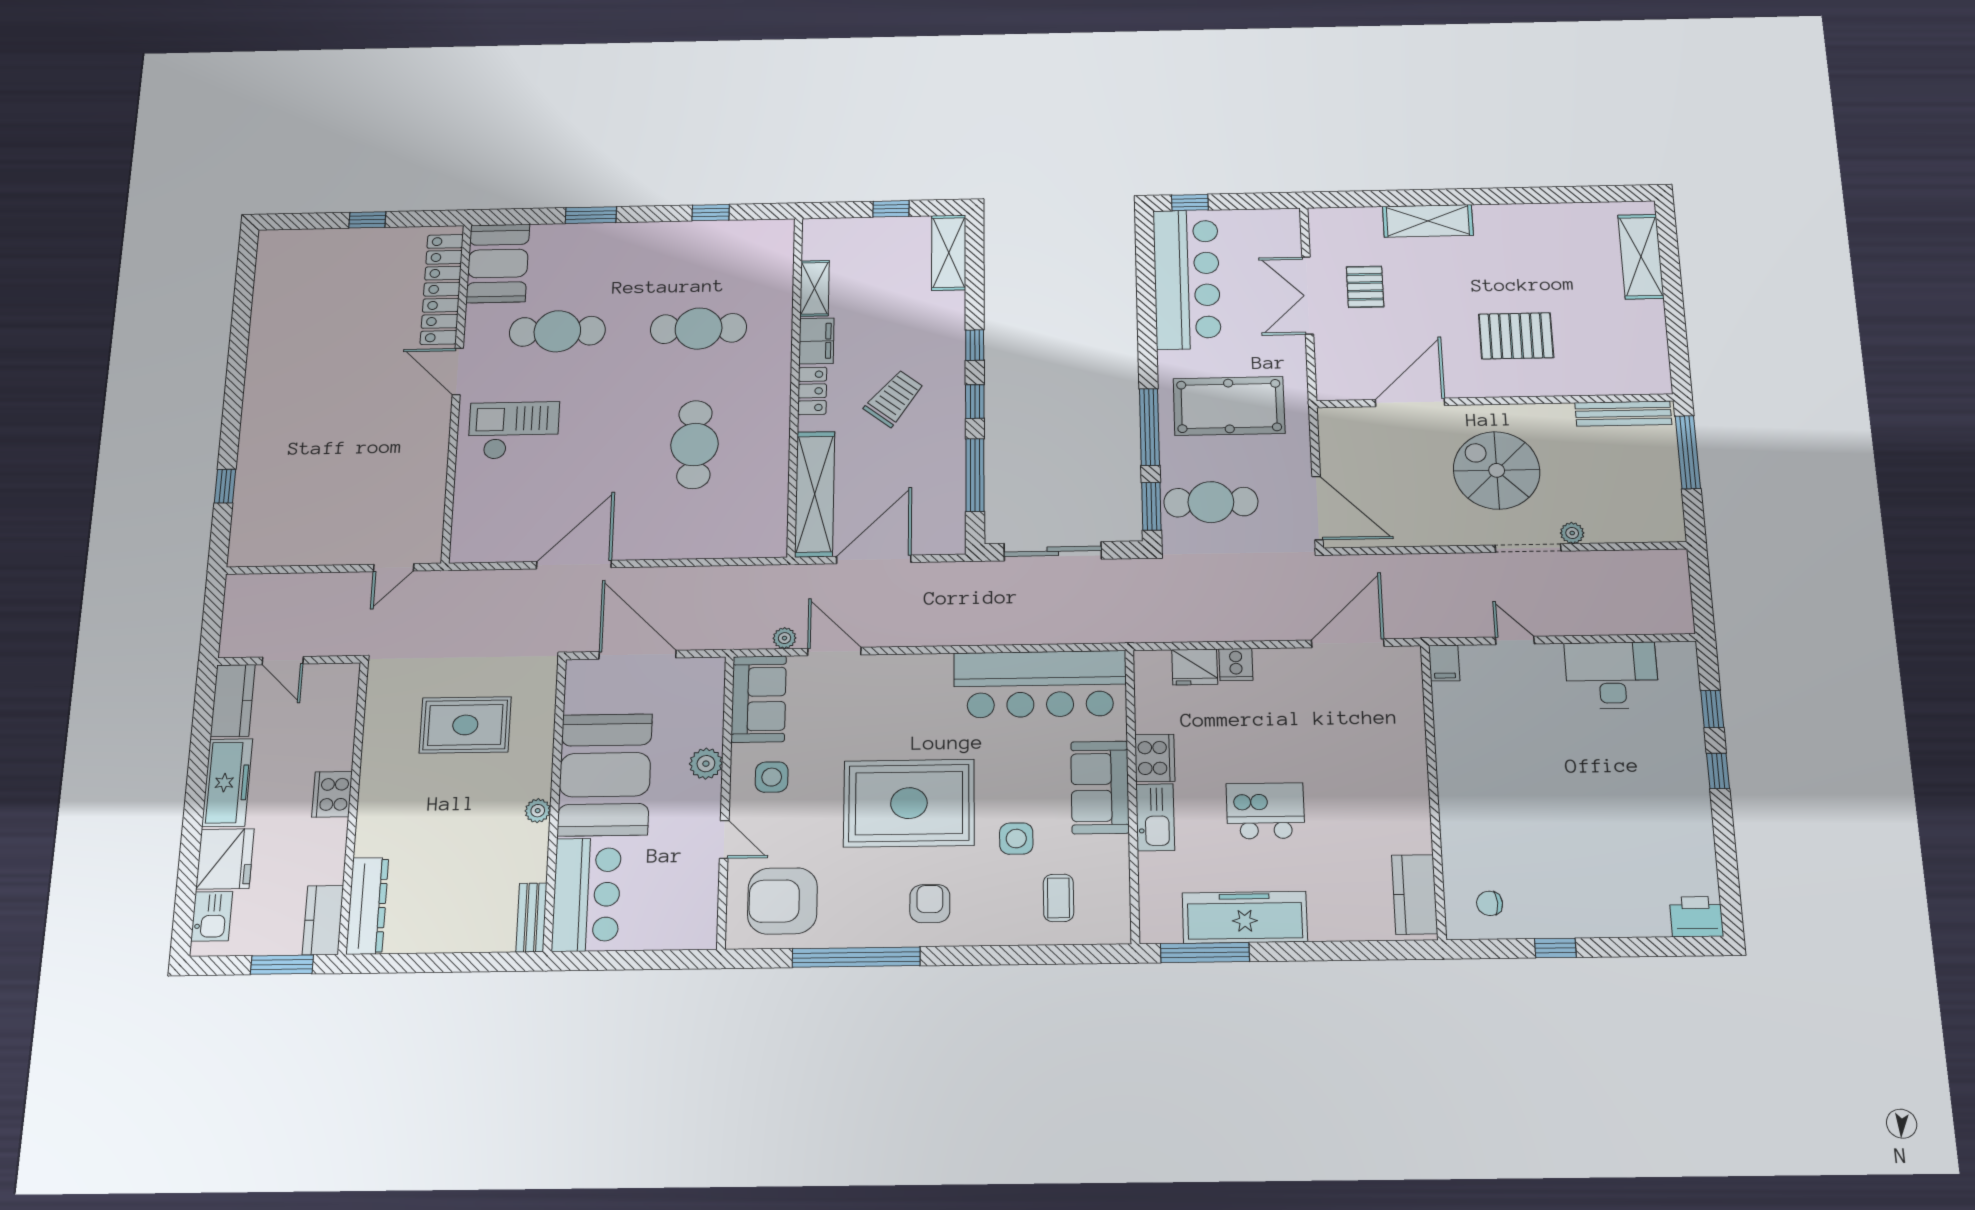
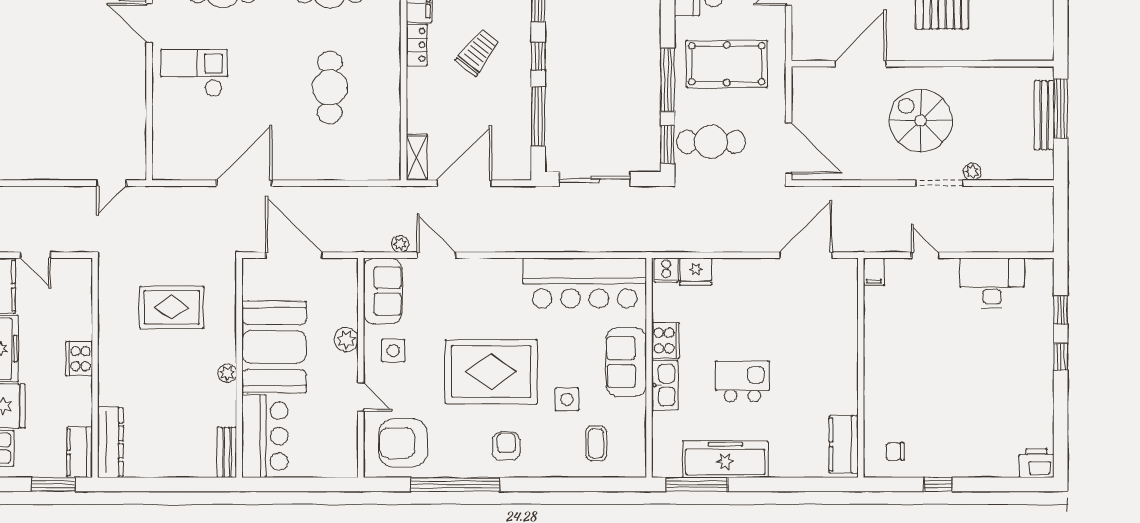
bench: (1623, 414) -> (1044, 115), moved, turned 90
shelving: (815, 494) -> (417, 157), width x0.45, depth x0.75
cooker: (1236, 665) -> (666, 270), moved

